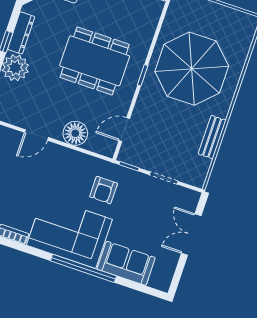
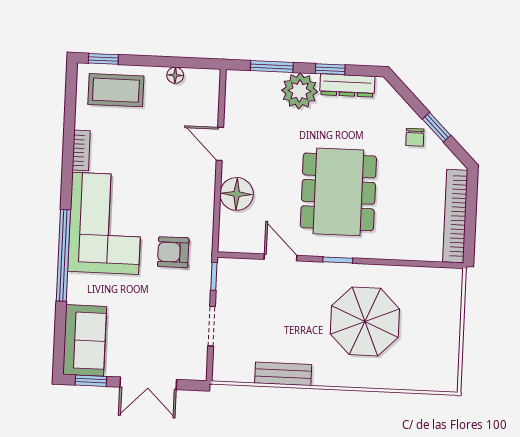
parasol: (192, 69) -> (365, 321), width x0.73, depth x0.73
door: (124, 130) -> (281, 257), moved
double door: (191, 235) -> (148, 383), swing flipped
sofa: (126, 263) -> (85, 340), moved
window: (178, 275) -> (91, 381), added

